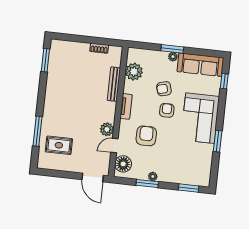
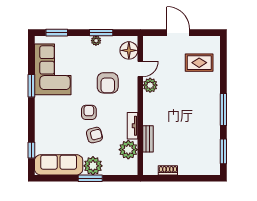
plant: (173, 57) -> (93, 166), width x1.88, depth x1.88
bench: (114, 84) -> (148, 139), width x0.73
tv unit: (126, 106) -> (133, 126), moved
armchair: (167, 110) -> (89, 112), turned 180
corner sofa: (200, 118) -> (53, 69), moved
window: (38, 131) -> (223, 109), moved
door: (93, 177) -> (178, 33), moved

